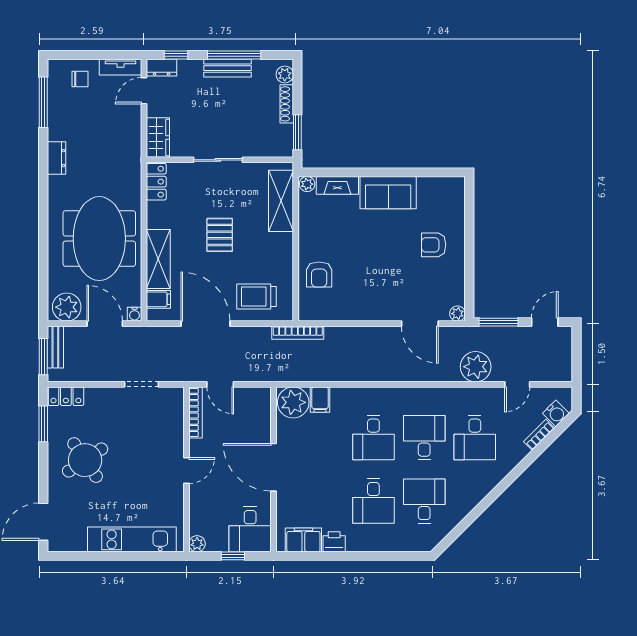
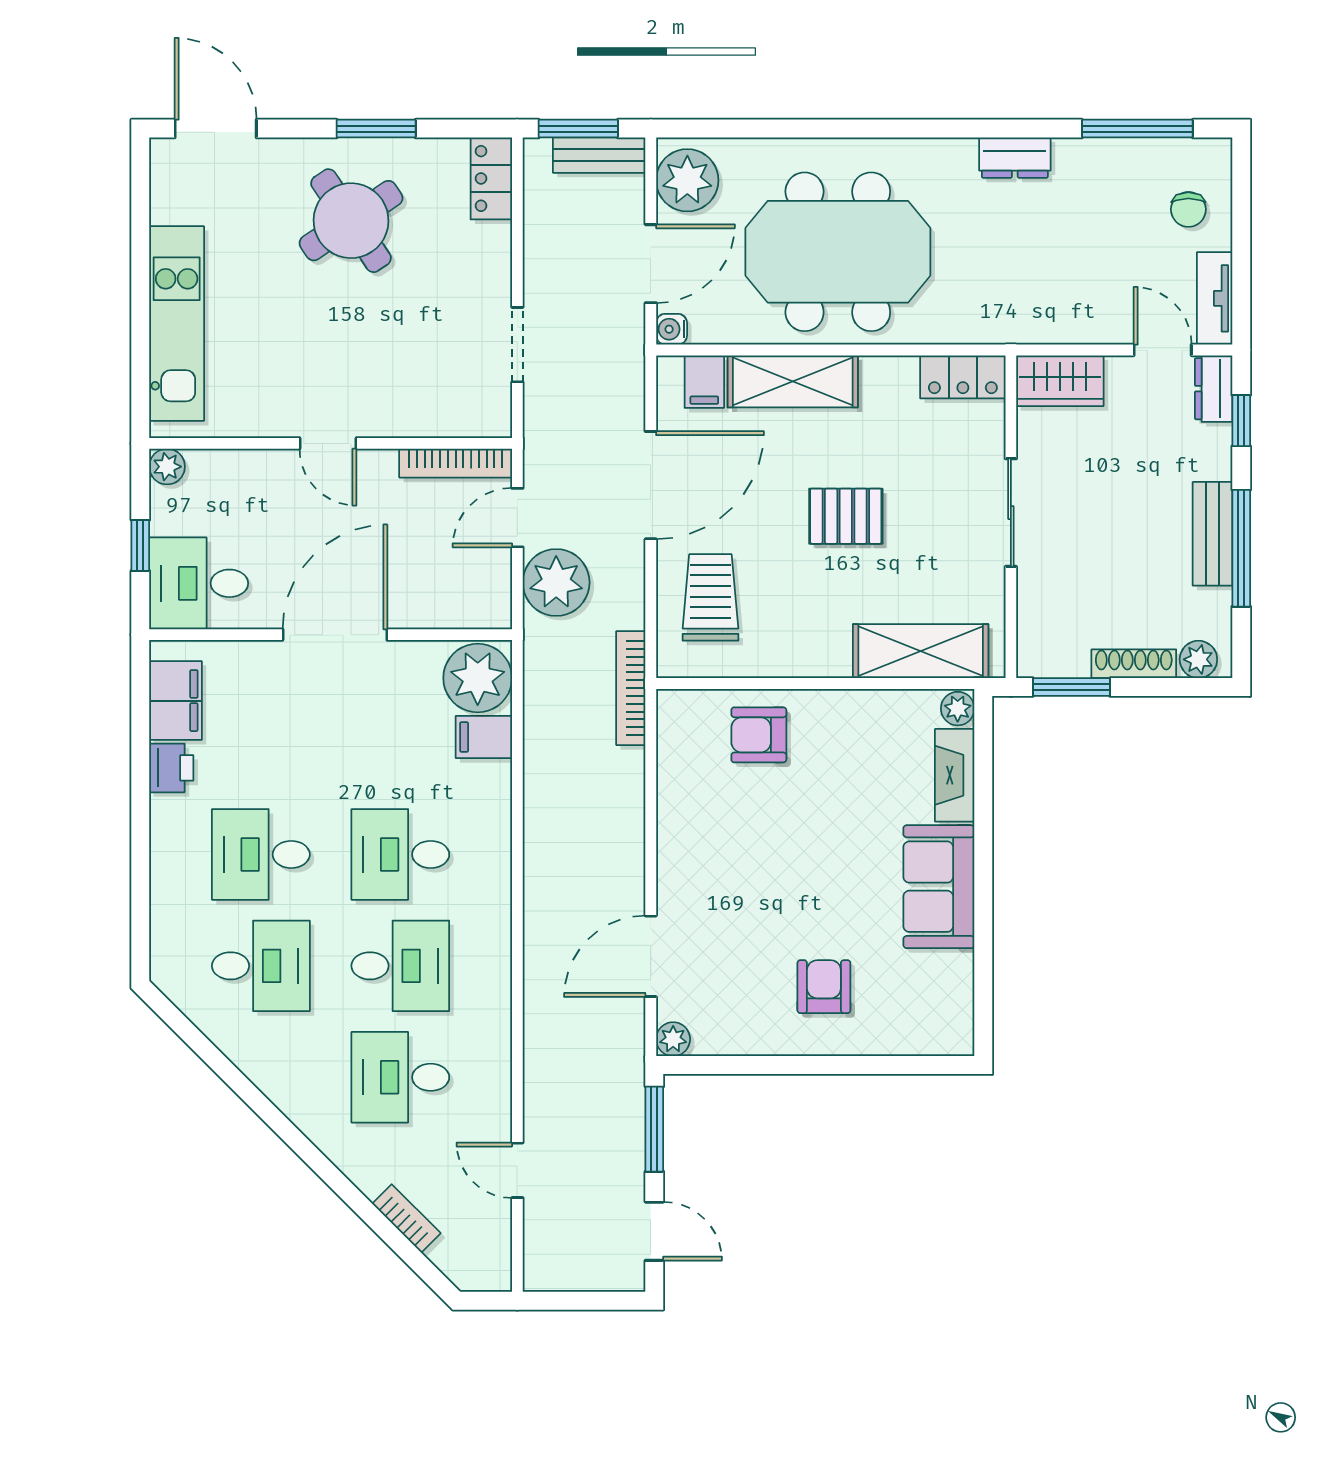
plant: (476, 367) -> (556, 582), moved
water cooler: (556, 413) -> (454, 1255), removed
window: (43, 424) -> (376, 129), moved

